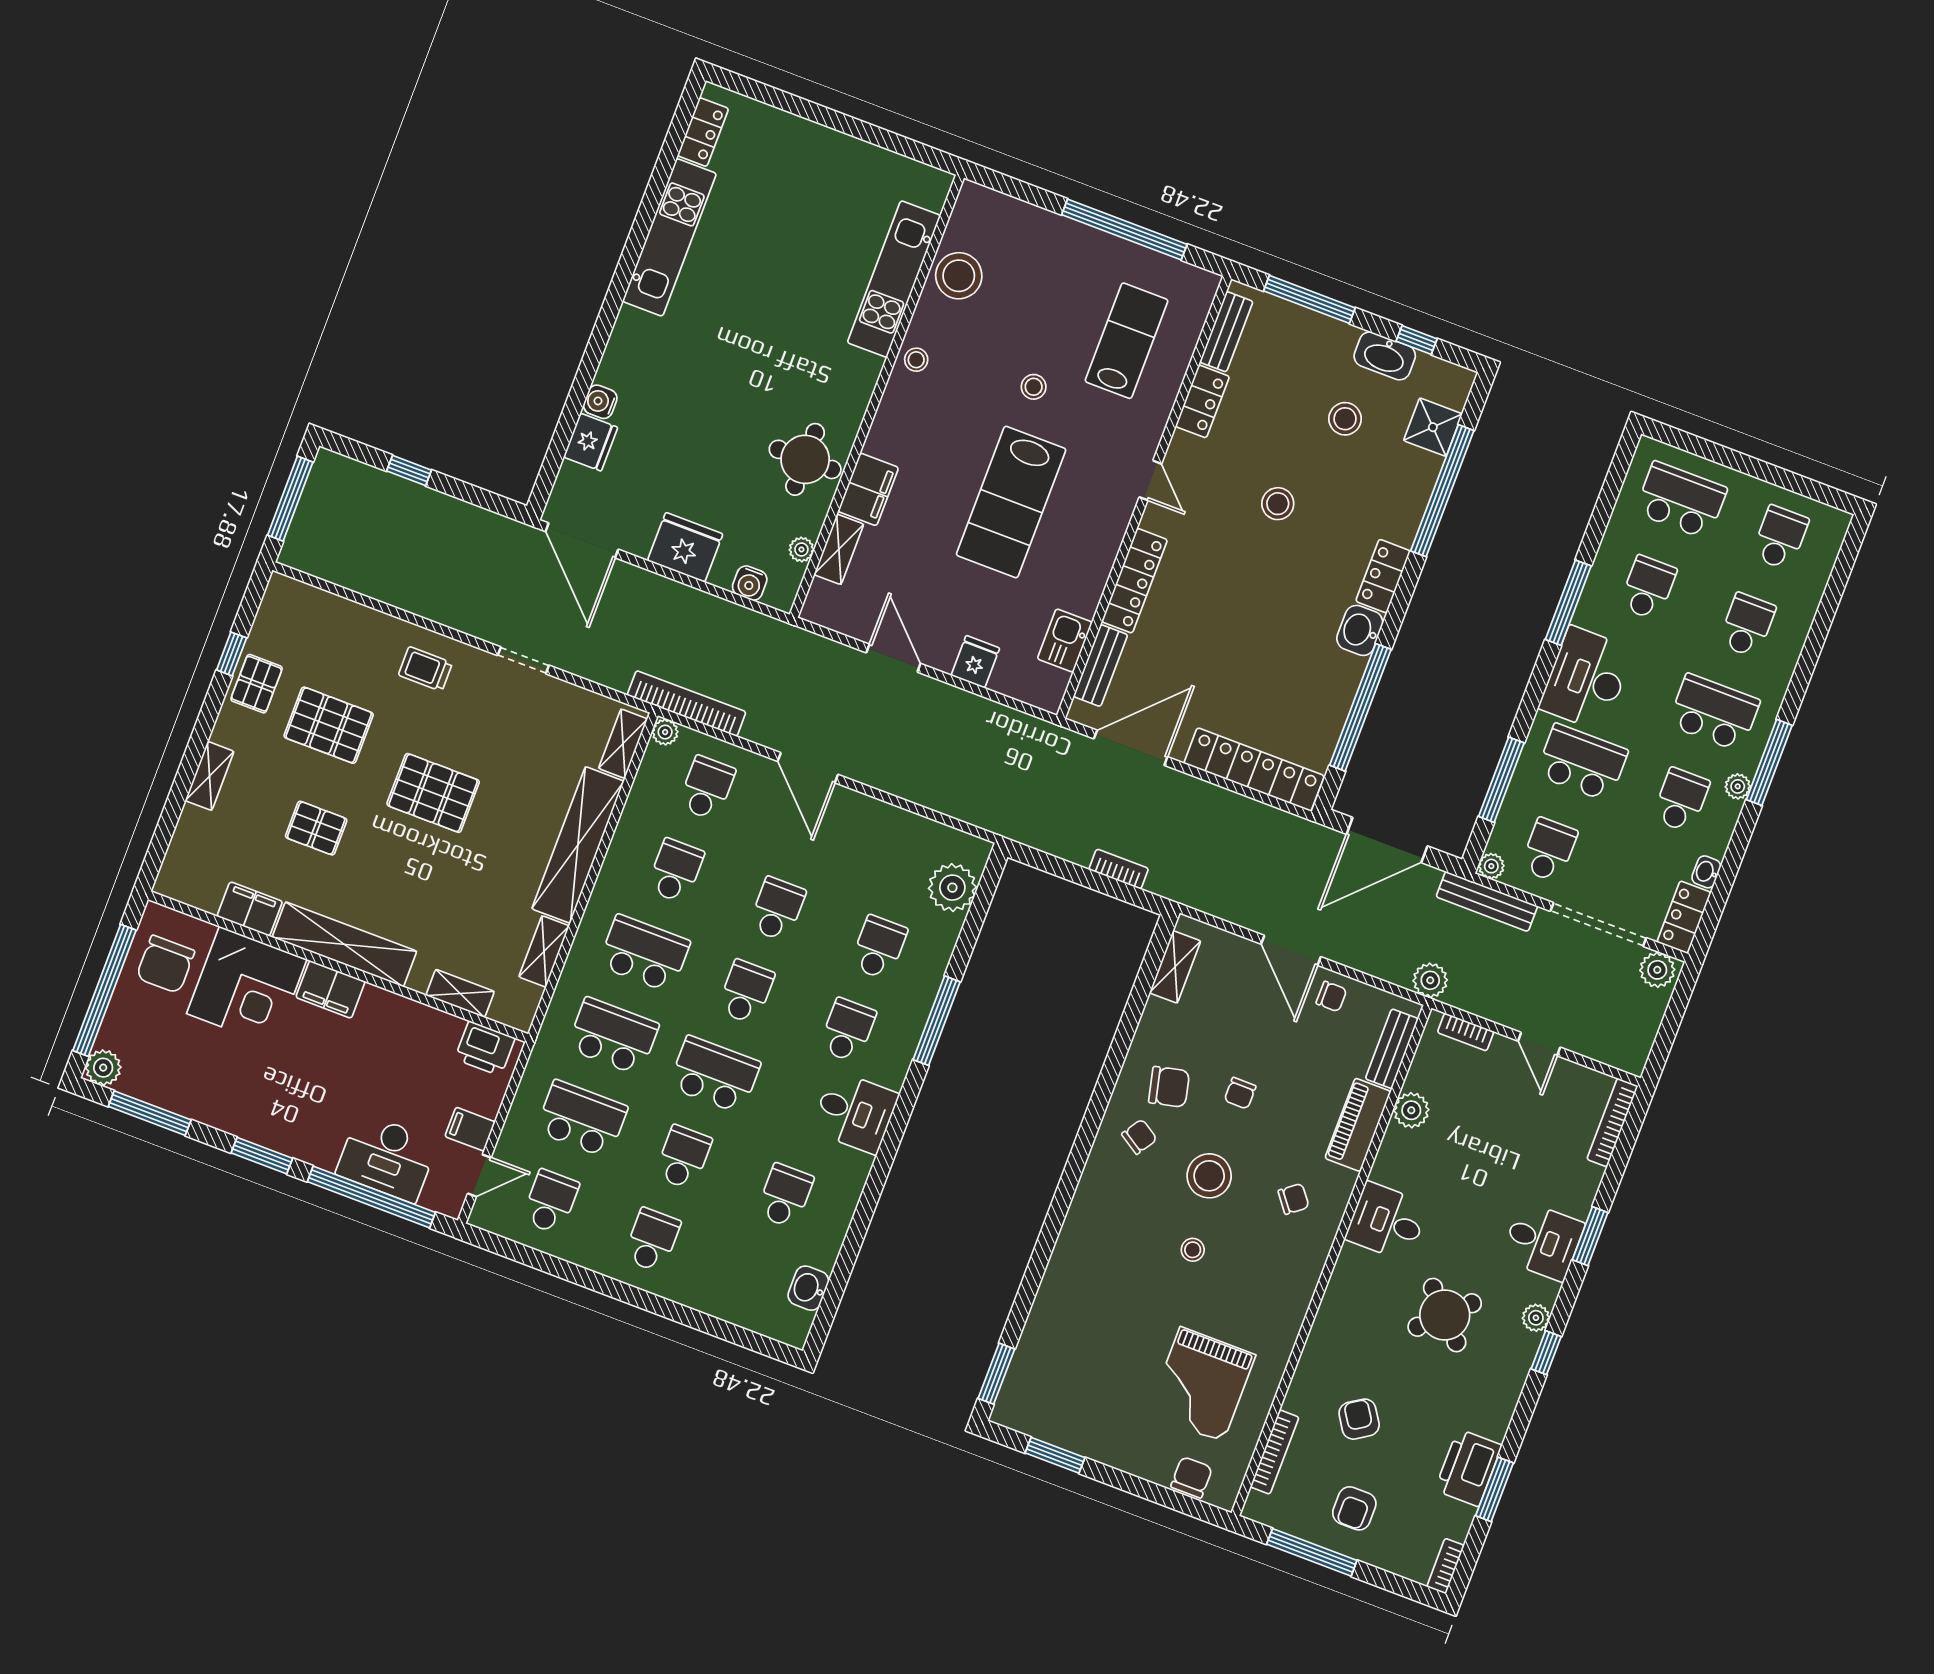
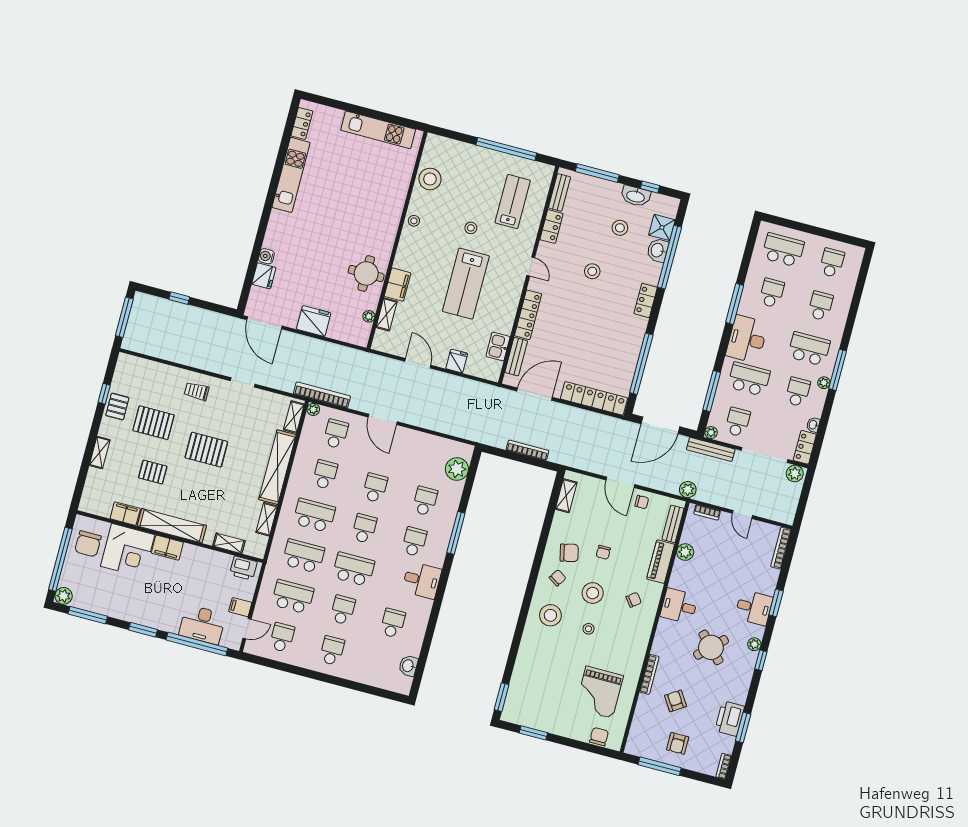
kitchen unit: (894, 279) -> (378, 130), moved, turned -90
water cooler: (750, 583) -> (346, 335), removed
washbasin: (1360, 630) -> (658, 250), moved
bookcase: (1119, 869) -> (527, 450), width x1.56
stool: (1116, 1213) -> (550, 615), added
bookcase: (1275, 1452) -> (649, 674), moved

